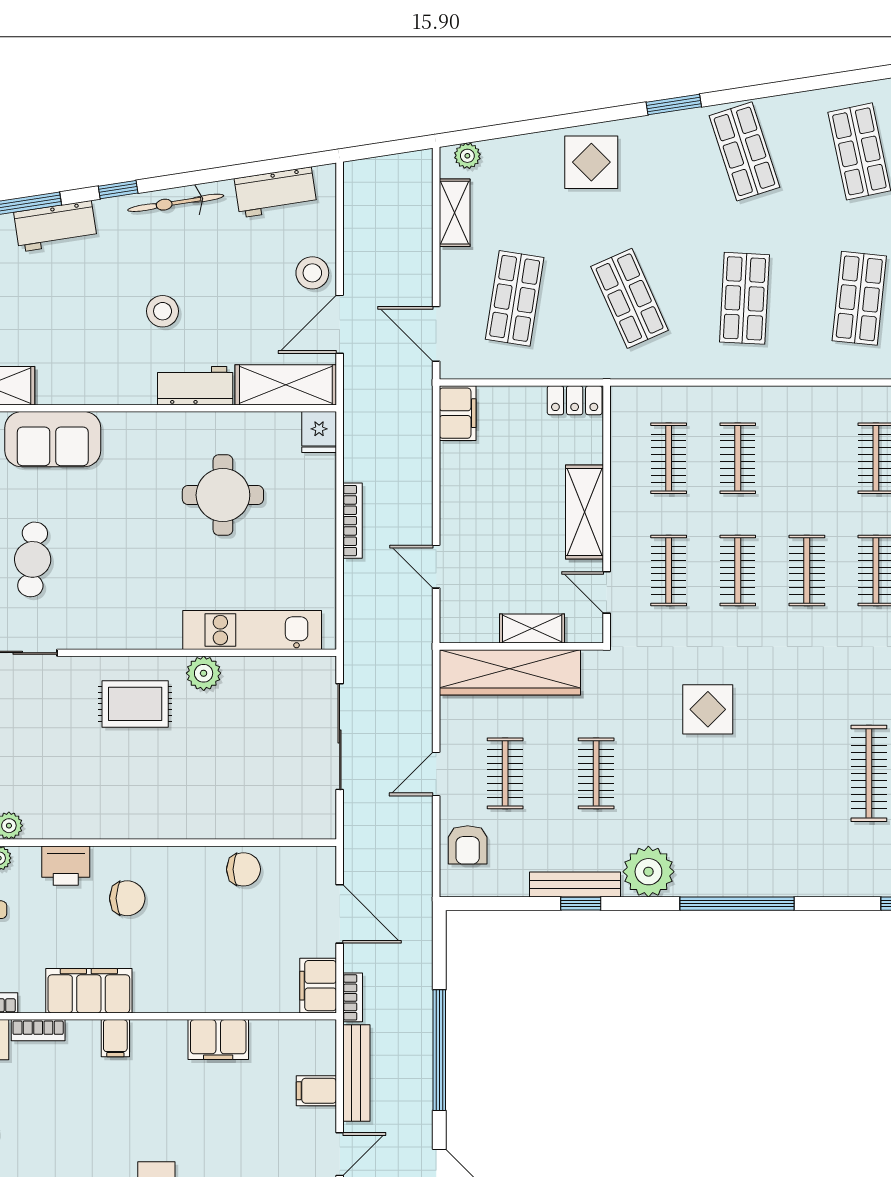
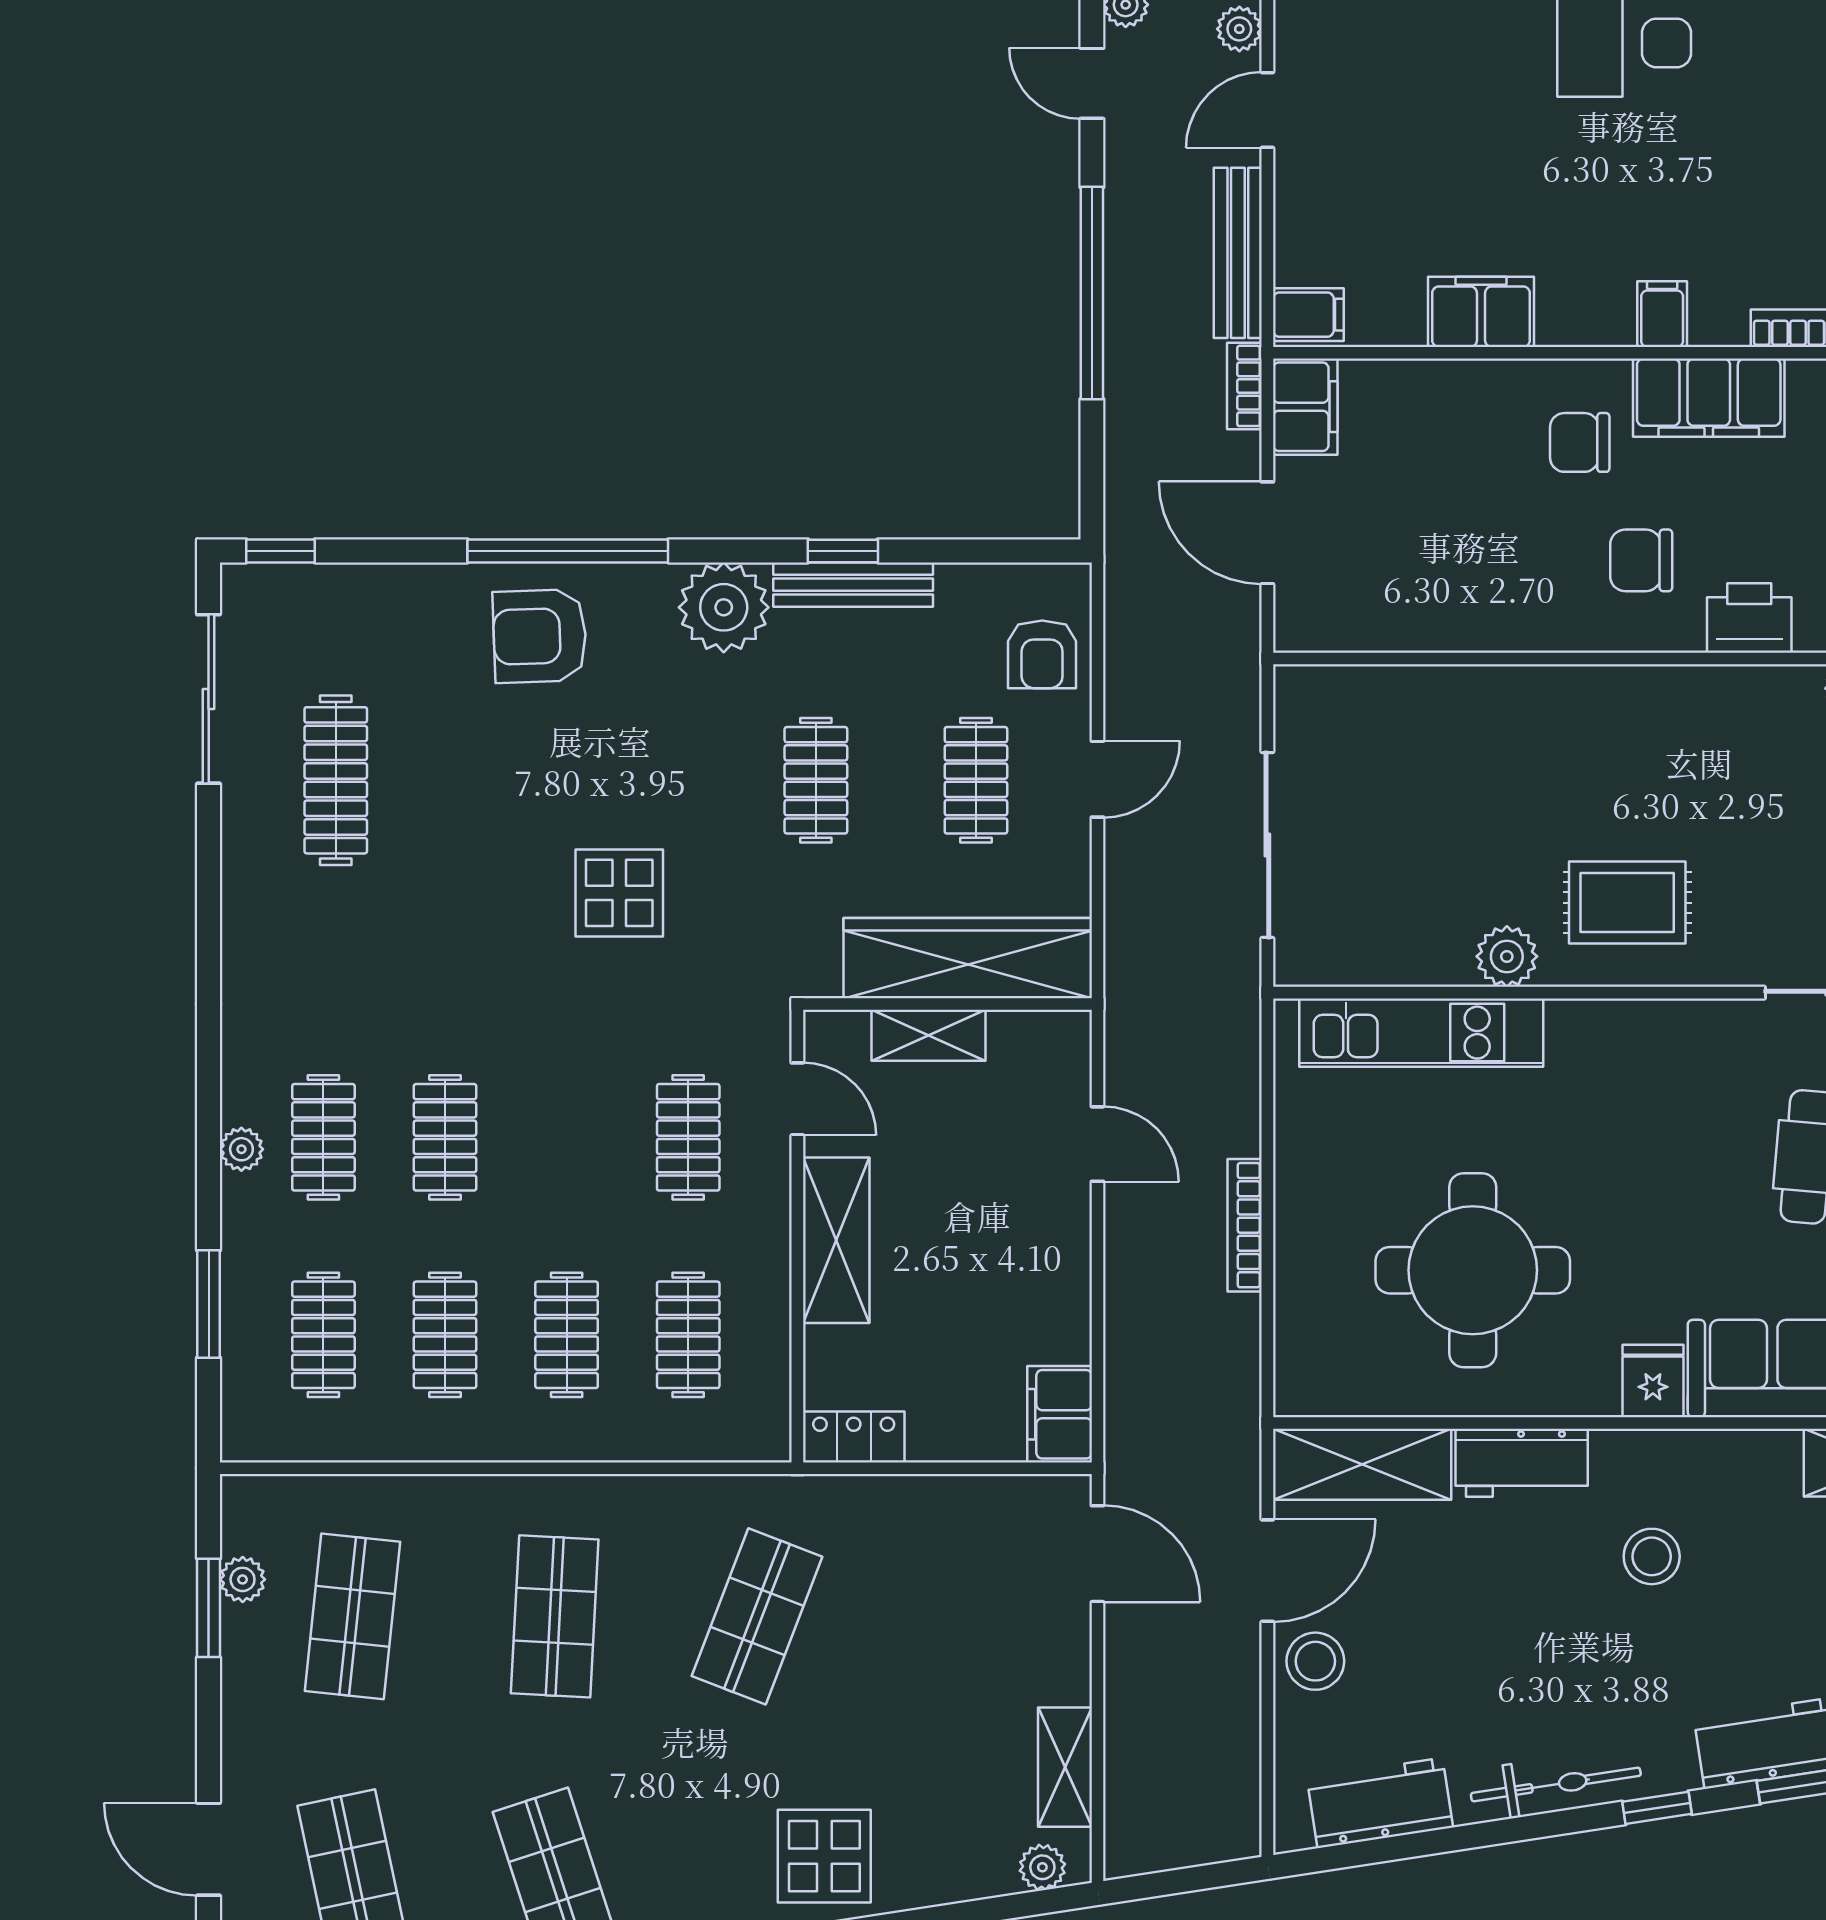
shop shelf: (515, 298) -> (959, 1616), removed
shop shelf: (630, 298) -> (757, 1616), turned 45
stool: (163, 311) -> (1652, 1556), moved
fridge: (319, 432) -> (1653, 1381), moved
round table: (223, 495) -> (1473, 1270), width x1.36, depth x1.36
clothes rail: (738, 571) -> (445, 1335), moved
armchair: (468, 845) -> (1042, 654), turned 180
armchair: (753, 855) -> (540, 636), added
chair: (244, 869) -> (1580, 442), moved
filing cabinet: (316, 1091) -> (1308, 315), moved

